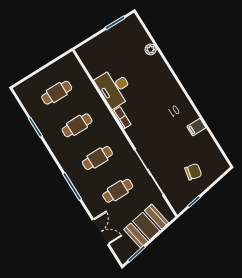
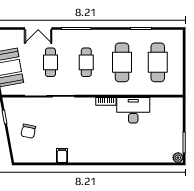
plant: (151, 49) -> (178, 158), moved
cafe table: (57, 93) -> (158, 62), width x1.37, depth x1.35
cafe table: (77, 125) -> (122, 62), width x1.37, depth x1.35
double door: (100, 232) -> (38, 28), moved

